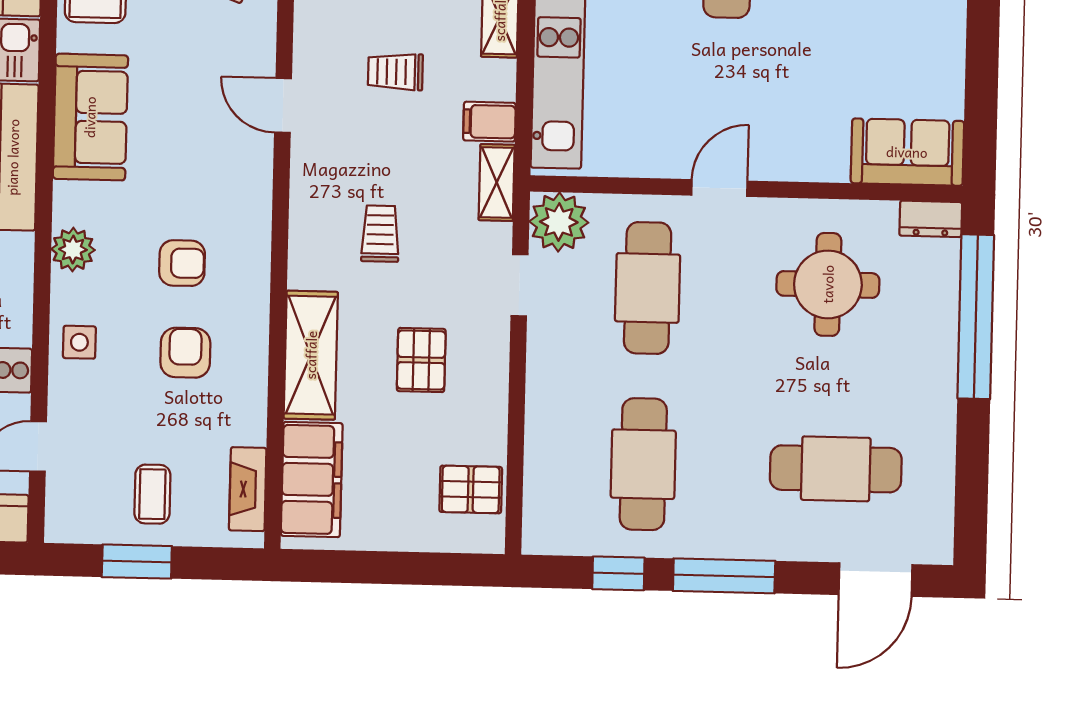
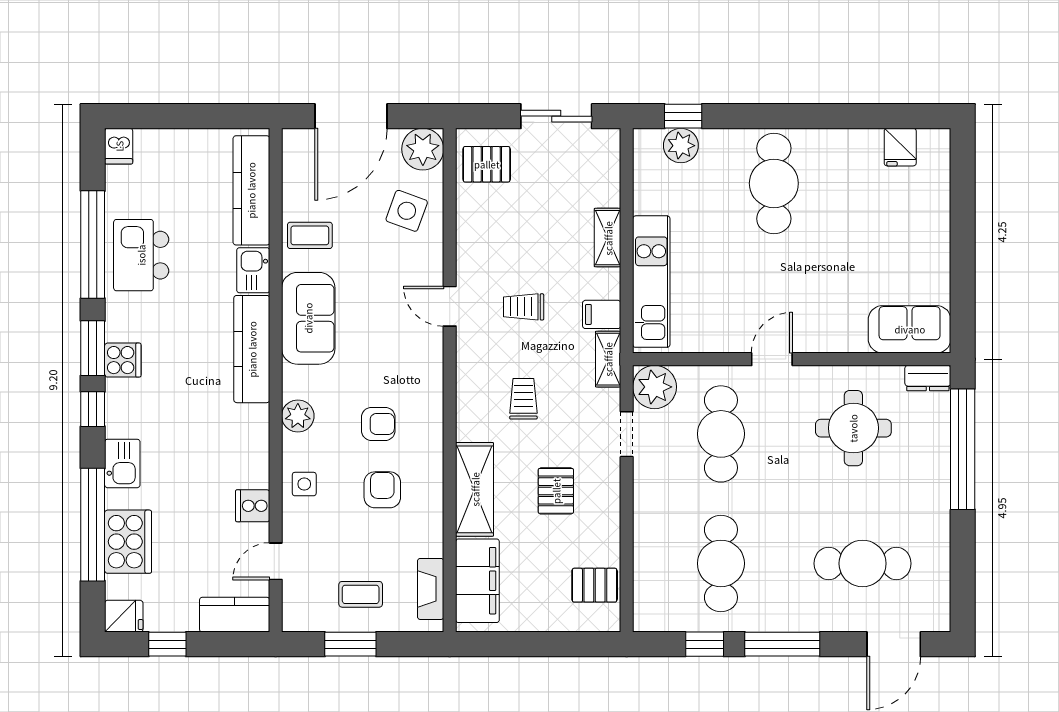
trolley: (395, 72) -> (524, 307), moved
coffee table: (152, 494) -> (361, 594), turned 90

